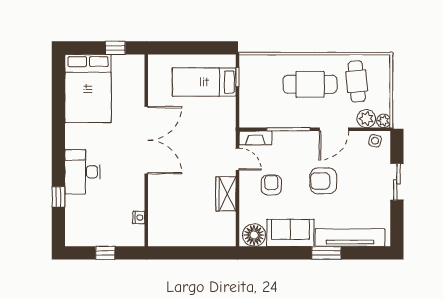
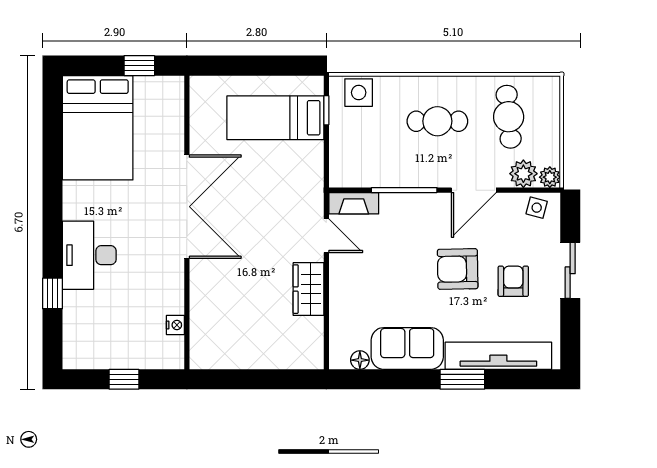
side table: (259, 66) -> (359, 93), added
cafe table: (310, 84) -> (437, 121), width x0.73, depth x0.74
armchair: (271, 185) -> (513, 281), moved
floor lamp: (254, 235) -> (360, 360), width x0.53, depth x0.53

